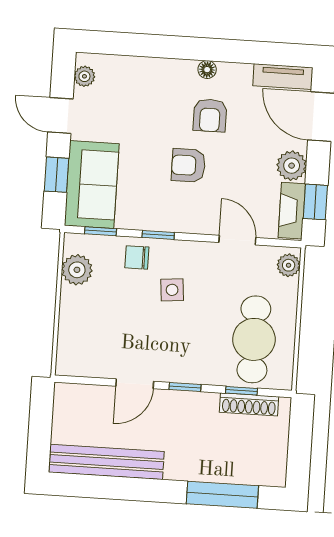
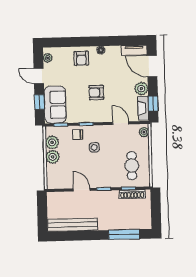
armchair: (210, 115) -> (81, 58), moved
plant: (75, 303) -> (53, 157), added
cafe table: (254, 339) -> (132, 166), width x0.73, depth x0.74
door: (135, 384) -> (82, 190), swing flipped

